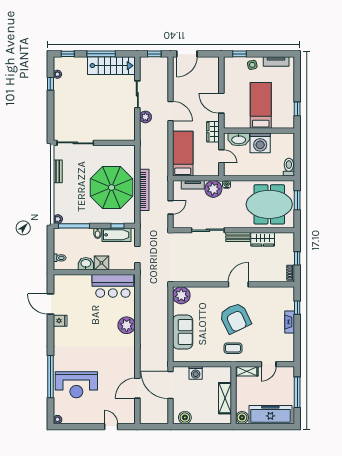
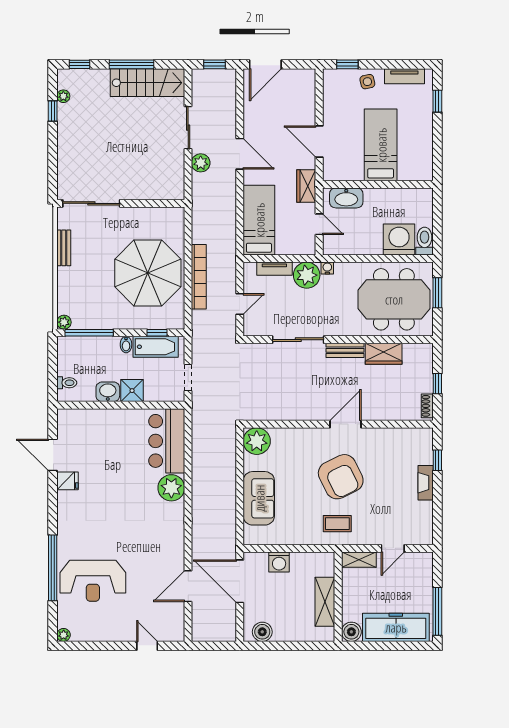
window: (297, 109) -> (437, 101), moved
washing machine: (260, 143) -> (399, 240), moved, turned 180
bar counter: (113, 286) -> (167, 441), moved, turned 90
window: (297, 392) -> (437, 611), moved

